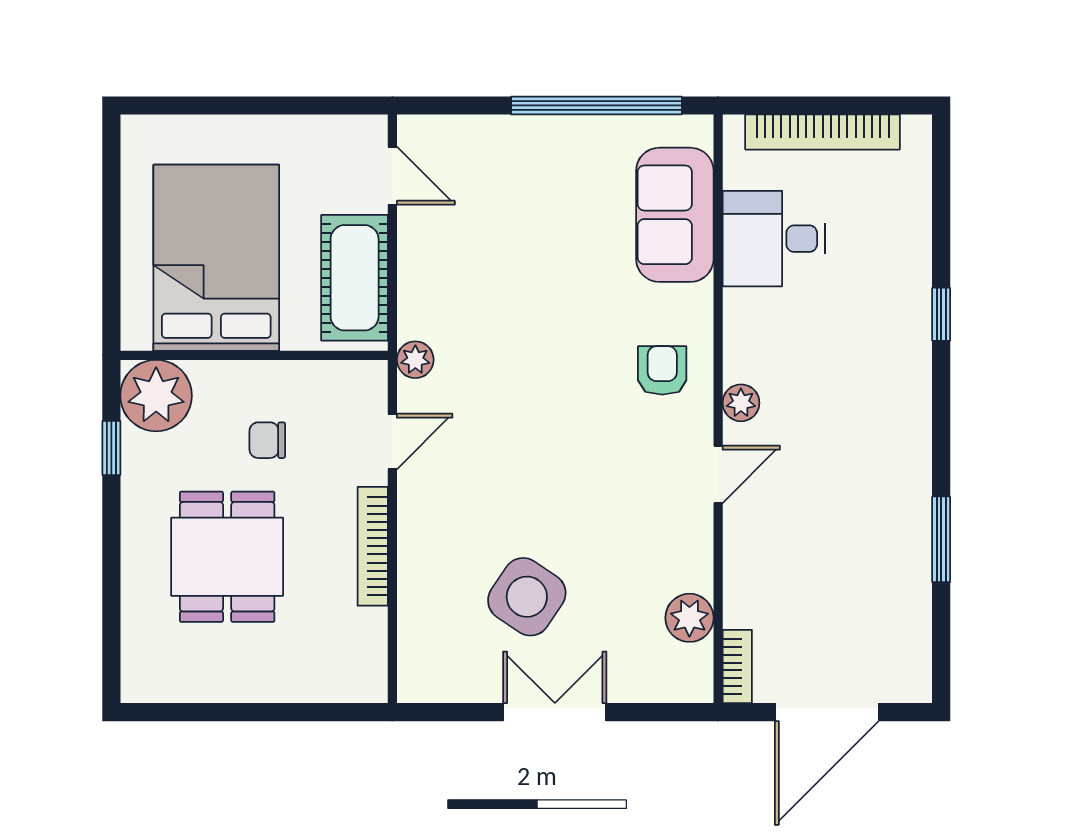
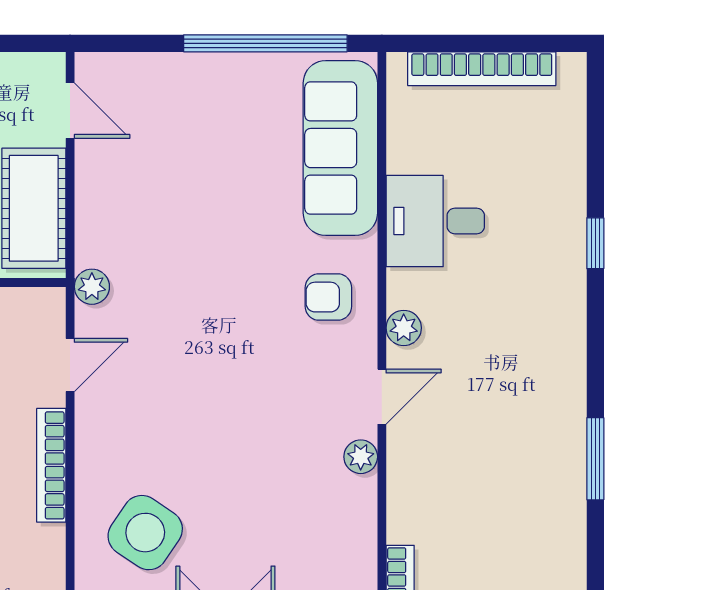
sofa: (675, 215) -> (340, 148), width x1.36
desk: (774, 239) -> (435, 221), moved
armchair: (662, 370) -> (328, 297), turned -90
side table: (527, 597) -> (145, 533), moved
plant: (689, 618) -> (361, 457), moved, width x0.73, depth x0.73

